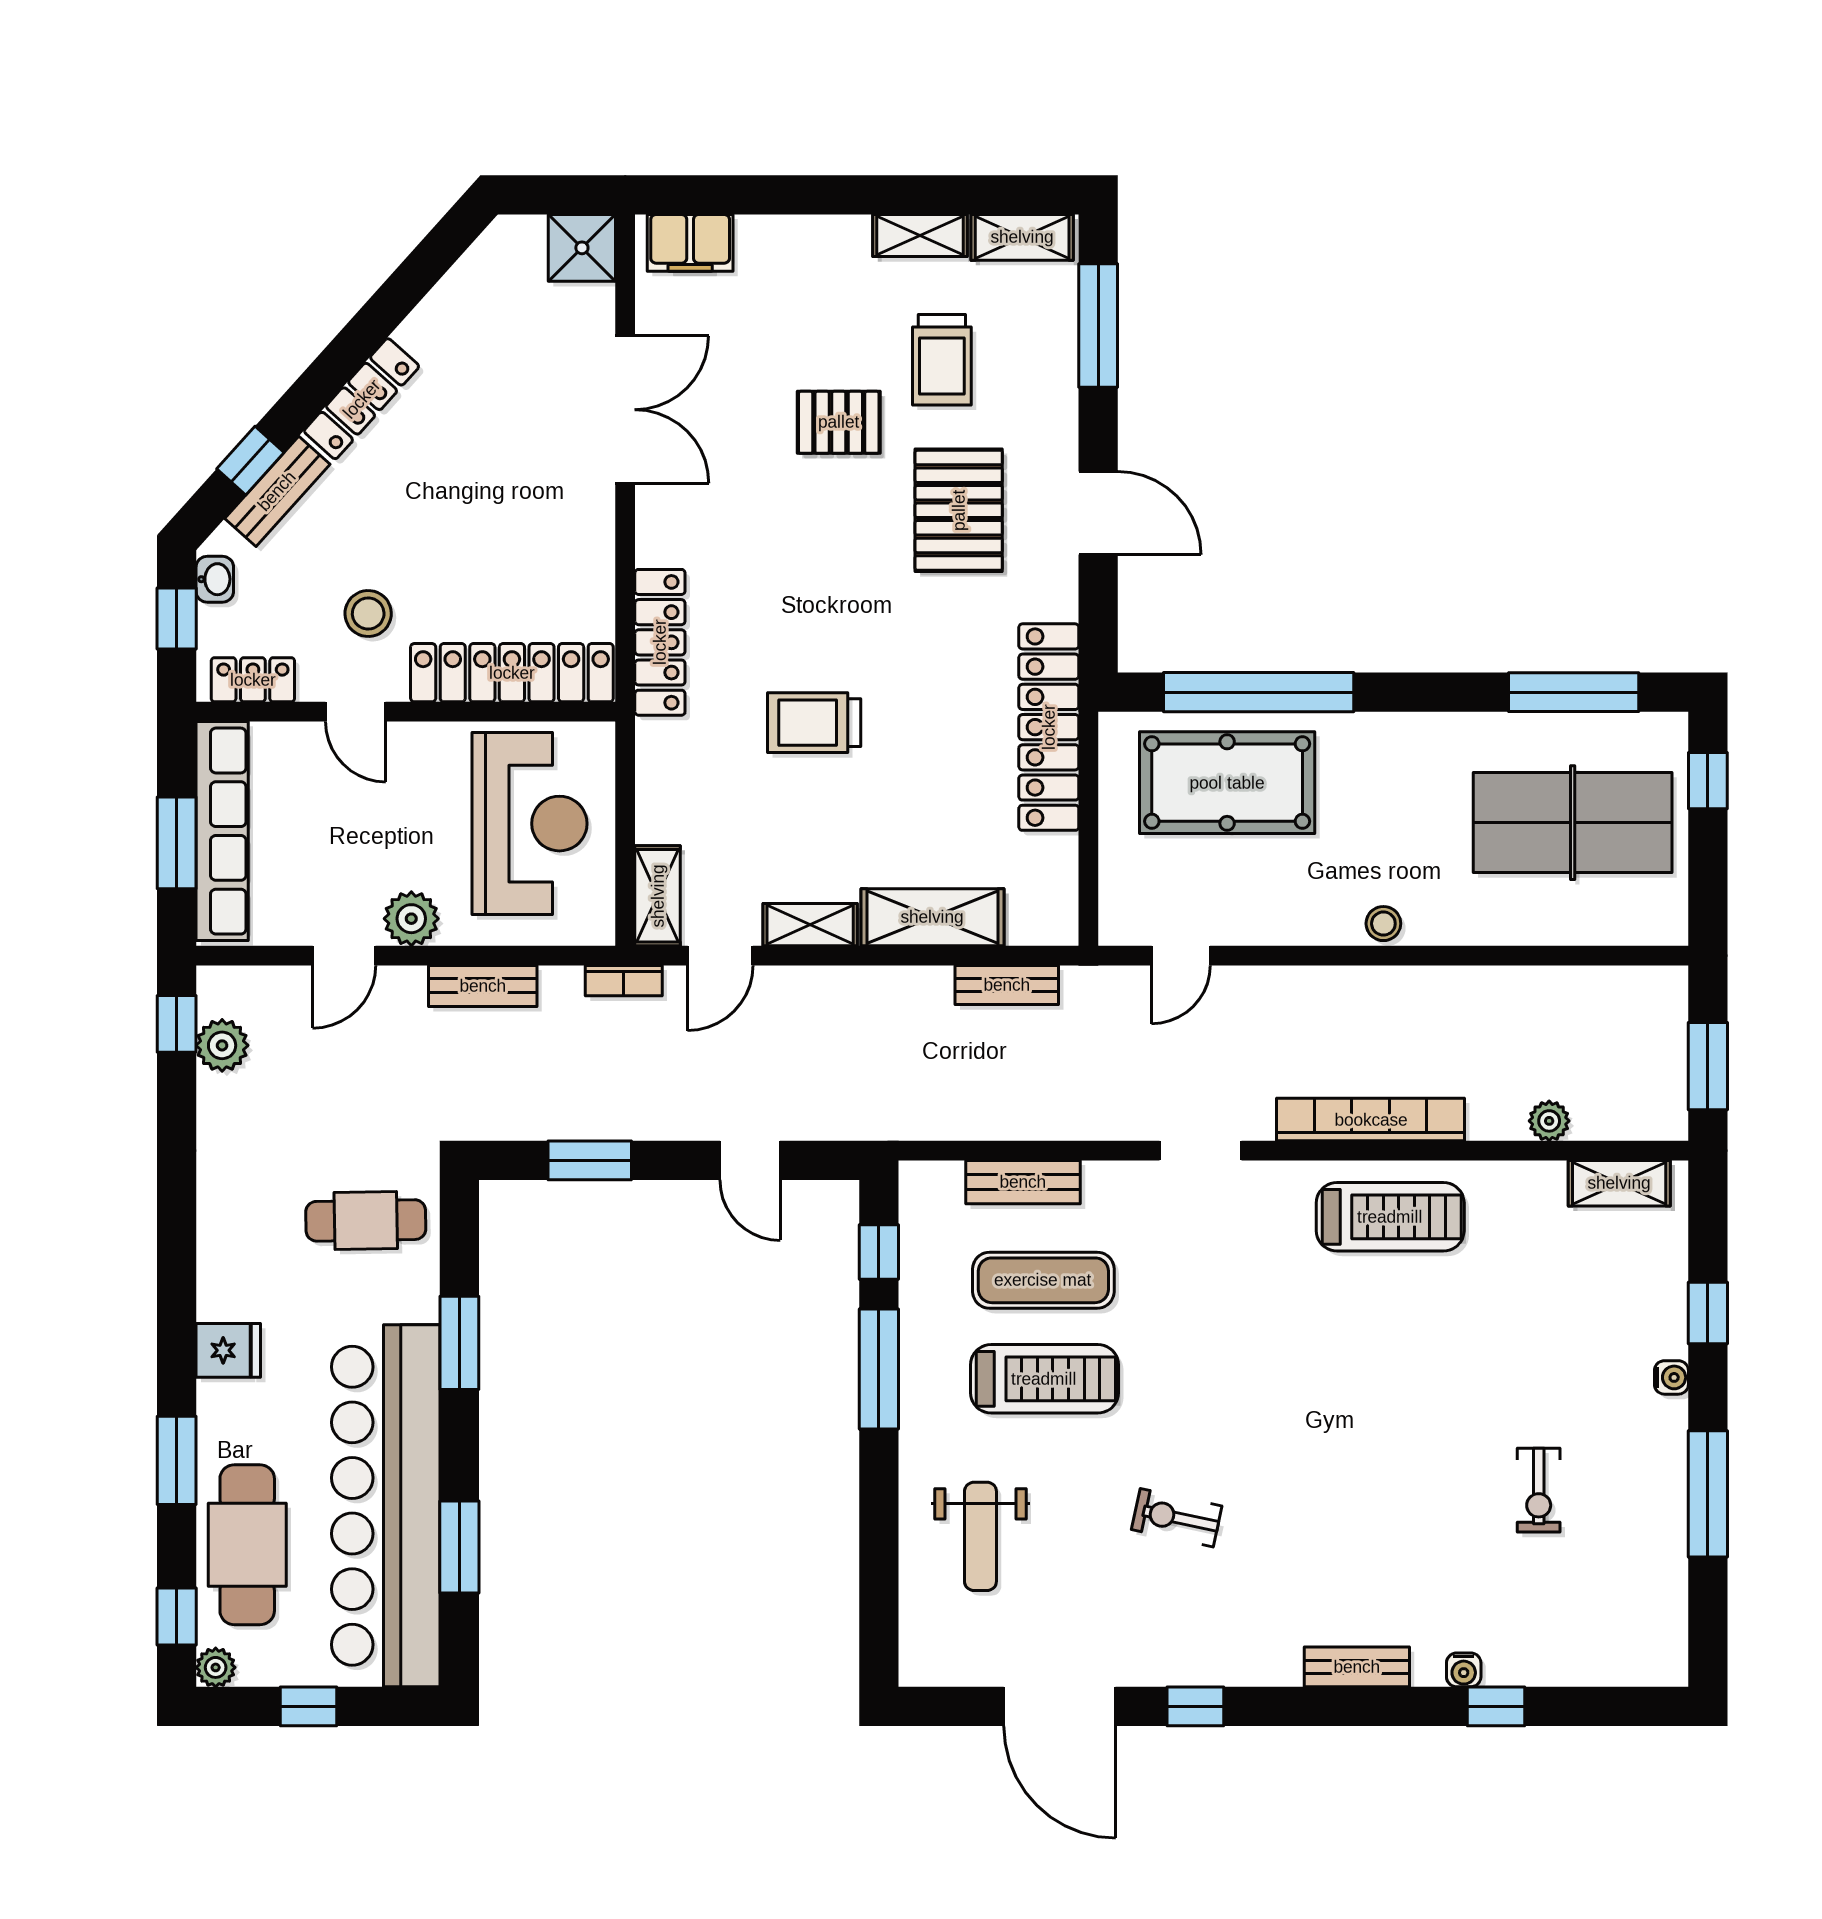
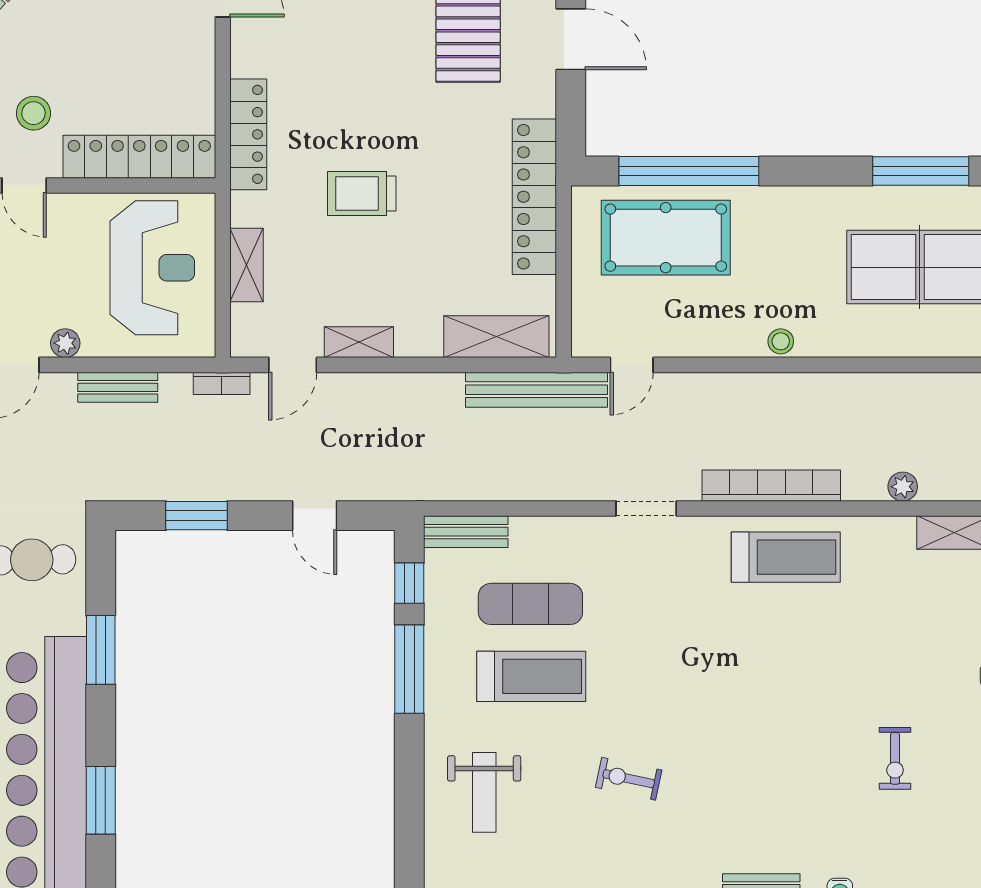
shelving: (658, 896) -> (246, 265), moved
shelving: (932, 917) -> (496, 337), moved
plant: (411, 919) -> (65, 343), width x0.73, depth x0.73
bench: (1007, 985) -> (536, 390), width x1.86, depth x1.21
bench: (1023, 1182) -> (466, 532), moved

